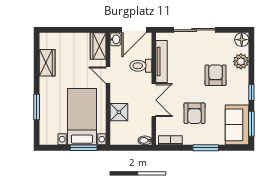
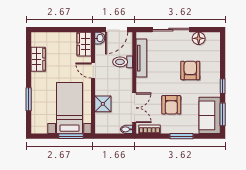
floor lamp: (242, 40) -> (199, 38), moved
plant: (241, 61) -> (213, 58), removed
double door: (154, 100) -> (134, 108), moved

